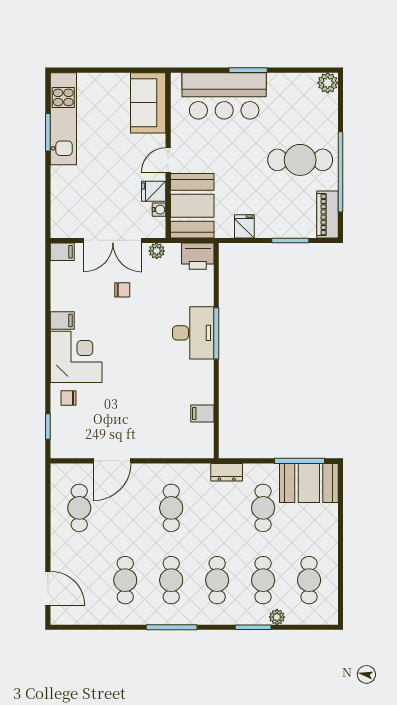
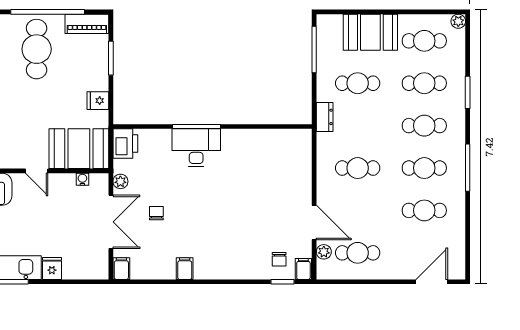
fridge: (154, 191) -> (52, 268), moved, turned 180
corner desk: (76, 357) -> (218, 256), removed
chair: (69, 398) -> (279, 259), moved
filing cabinet: (202, 413) -> (303, 269), moved, turned 180
plant: (80, 471) -> (324, 252), added
booth: (309, 483) -> (370, 32), moved, turned 90
plant: (277, 617) -> (458, 21), moved

